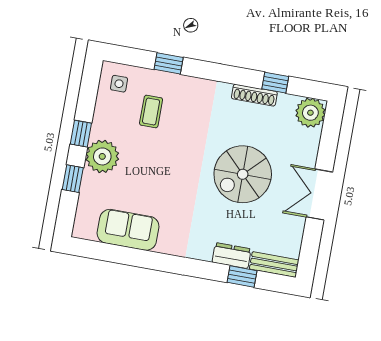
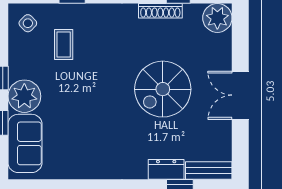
side table: (119, 84) -> (28, 23), turned 45
sofa: (128, 230) -> (25, 143), moved, turned 90

